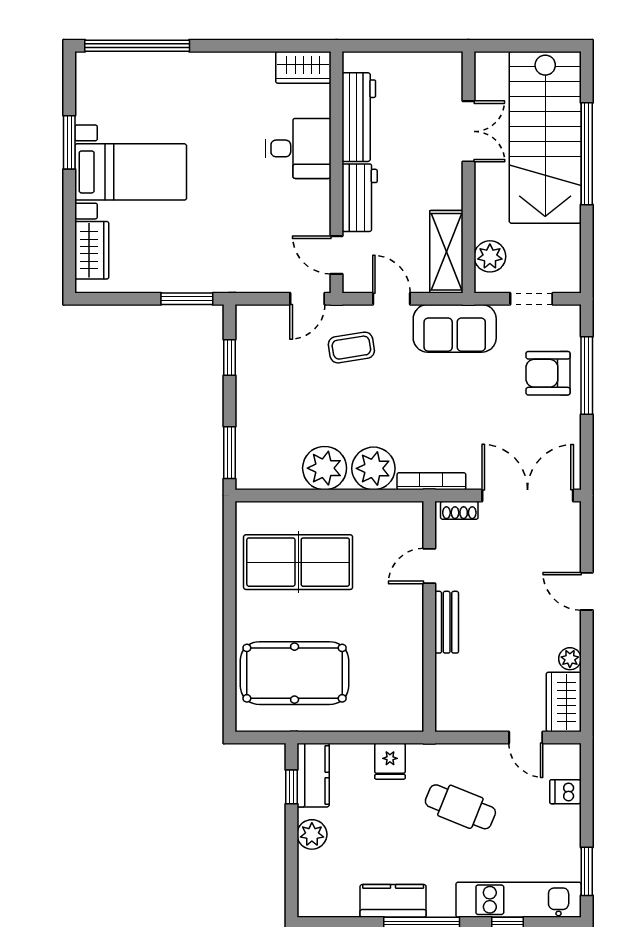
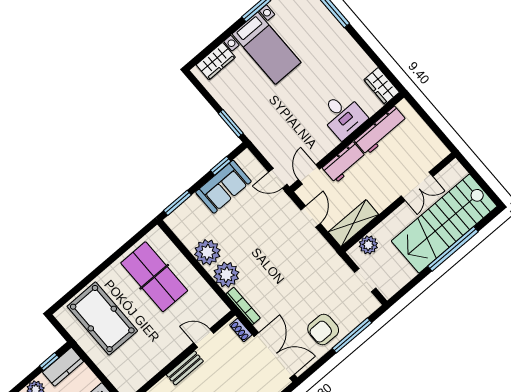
sofa: (455, 328) -> (223, 187), moved, turned -90
coffee table: (351, 348) -> (273, 217), removed
armchair: (548, 373) -> (323, 329), moved, turned -90

